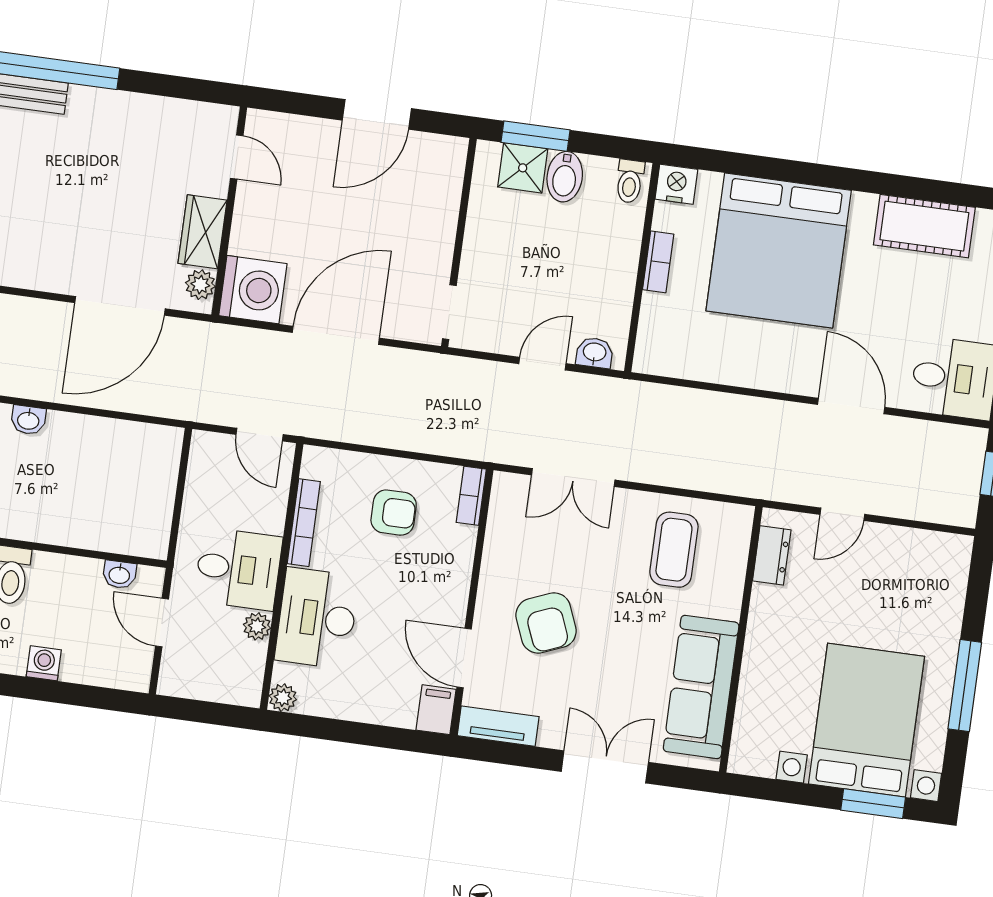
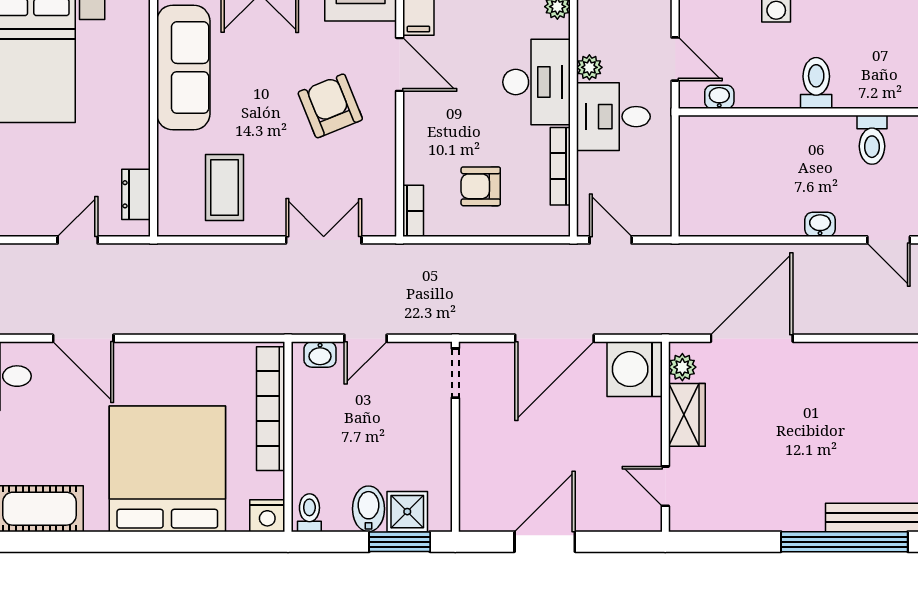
bookcase: (658, 262) -> (271, 409), width x2.31, depth x1.31

